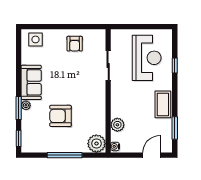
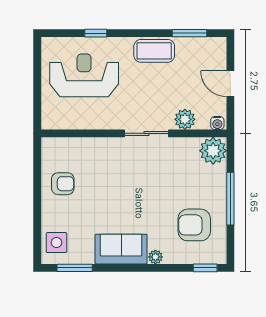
sliding door: (108, 66) -> (146, 133), moved
window: (19, 108) -> (75, 268), moved
armchair: (60, 116) -> (194, 225), moved, turned 90
door: (152, 155) -> (230, 84), moved

